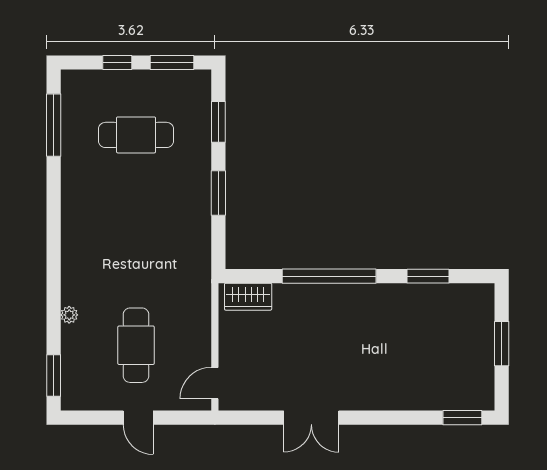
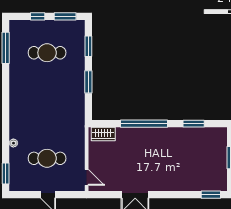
cafe table: (136, 345) -> (47, 158), turned 90
door: (215, 383) -> (87, 177), swing flipped

